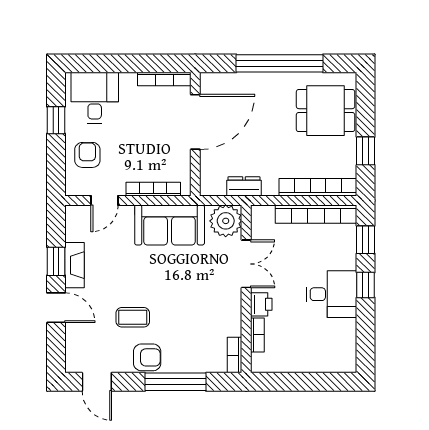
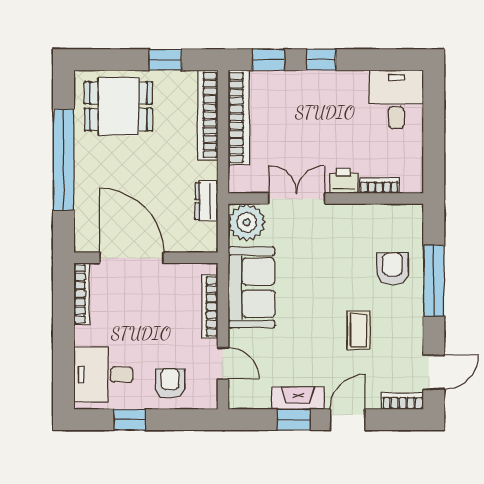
dining table: (326, 111) -> (118, 106), turned 90
armchair: (87, 155) -> (170, 383), turned 90
desk: (331, 294) -> (396, 99), moved
bookcase: (235, 355) -> (403, 401), moved, turned 180
armchair: (147, 357) -> (392, 269), moved

